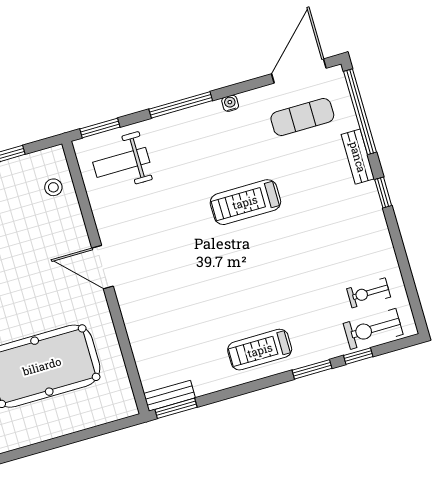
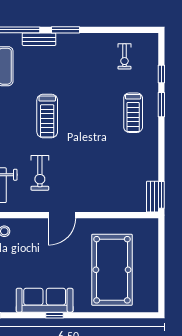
window: (383, 193) -> (66, 30), width x1.50
exercise bike: (373, 329) -> (40, 173), moved
treadmill: (260, 350) -> (133, 113), moved

